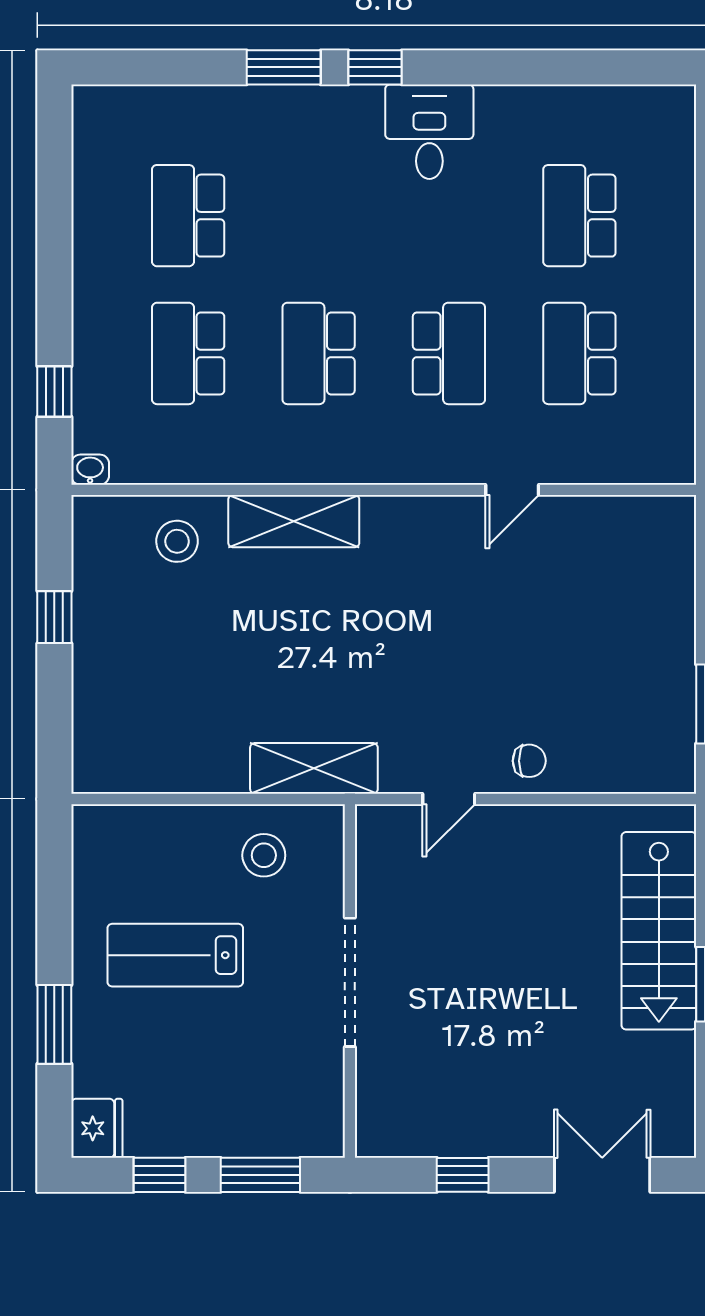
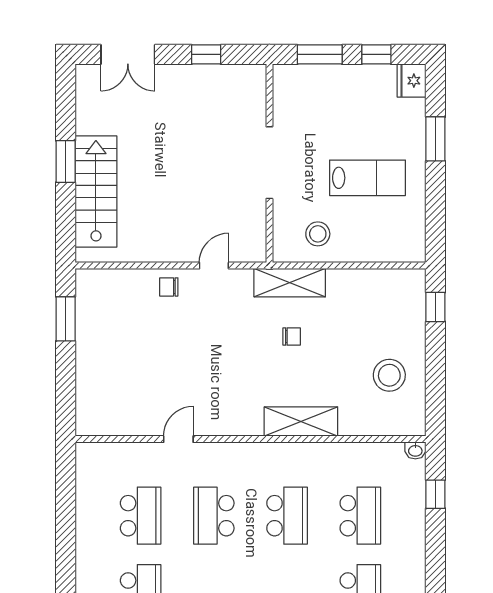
stool: (177, 541) -> (389, 375), moved, width x1.38, depth x1.38
window: (54, 617) -> (435, 307), moved
chair: (310, 673) -> (292, 336), added

